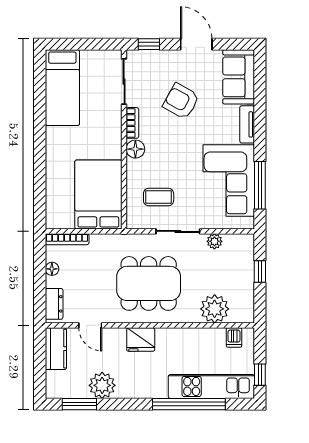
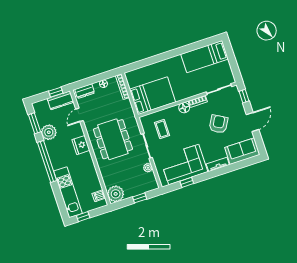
window: (260, 185) -> (187, 182), width x0.46
plant: (215, 309) -> (116, 194), moved
window: (40, 352) -> (56, 92), added
window: (189, 404) -> (47, 162), moved

